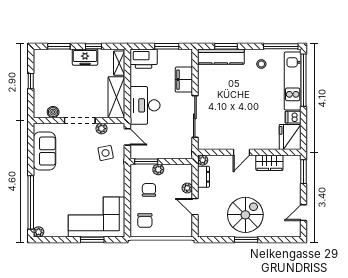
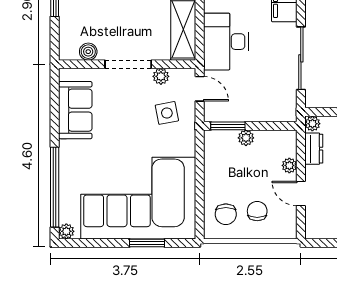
chair: (149, 190) -> (257, 211), moved
corner sofa: (97, 217) -> (138, 198), width x1.36, depth x1.36

